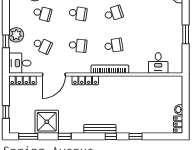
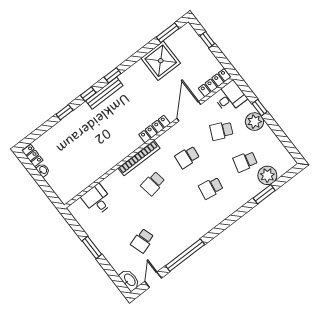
school desk: (114, 13) -> (142, 241), moved
window: (65, 136) -> (113, 75), moved

